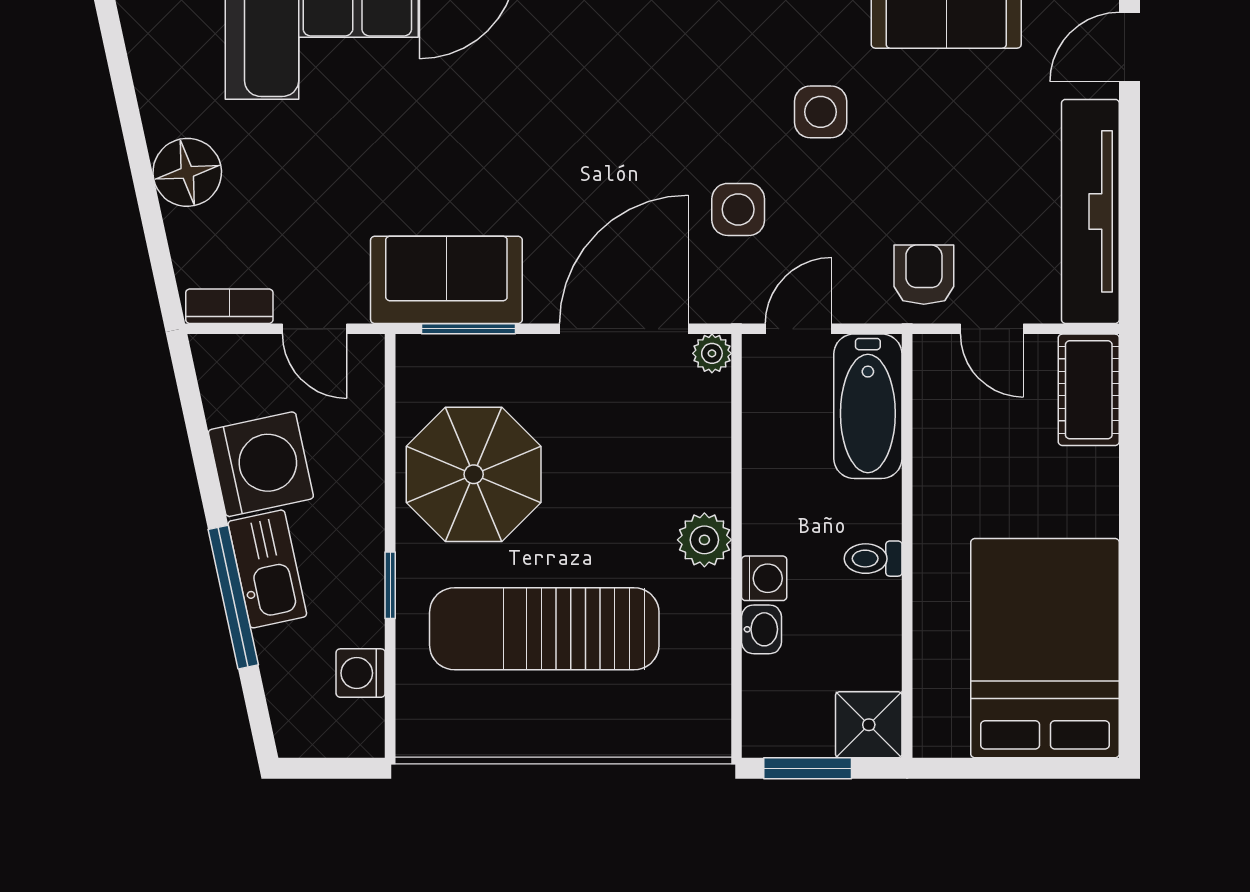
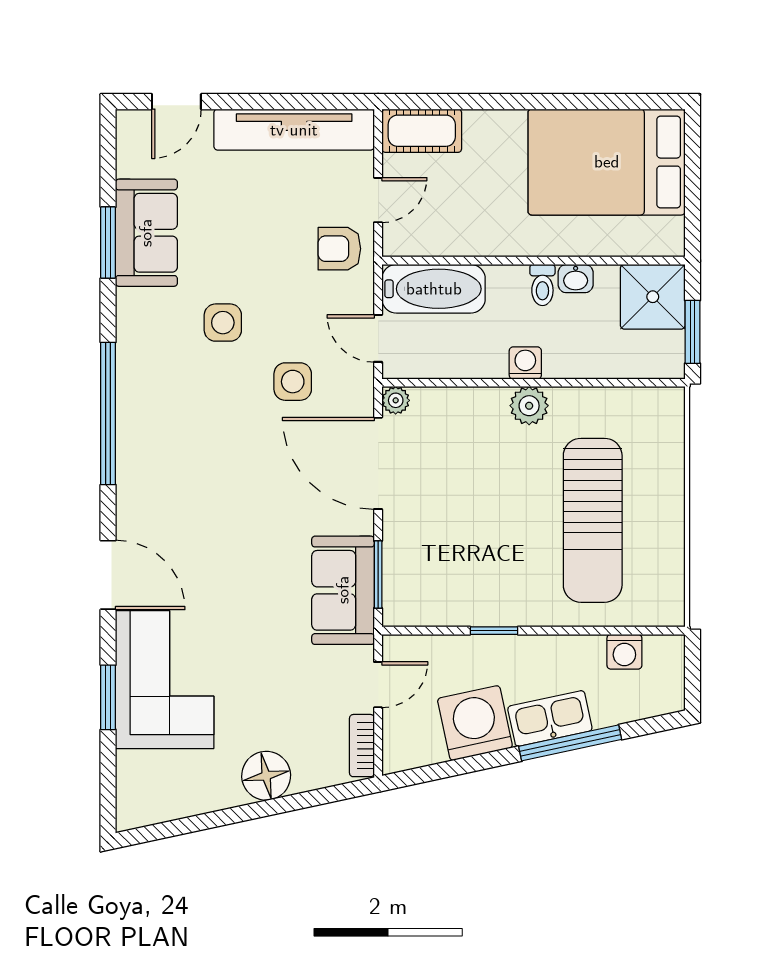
door: (1129, 47) -> (176, 102), hinge flipped
parasol: (474, 474) -> (482, 571), removed
washing machine: (764, 578) -> (525, 363), moved
window: (390, 585) -> (494, 631), moved
washbasin: (761, 629) -> (576, 279), moved, turned 180
shower: (869, 725) -> (653, 297), width x1.36, depth x1.36

